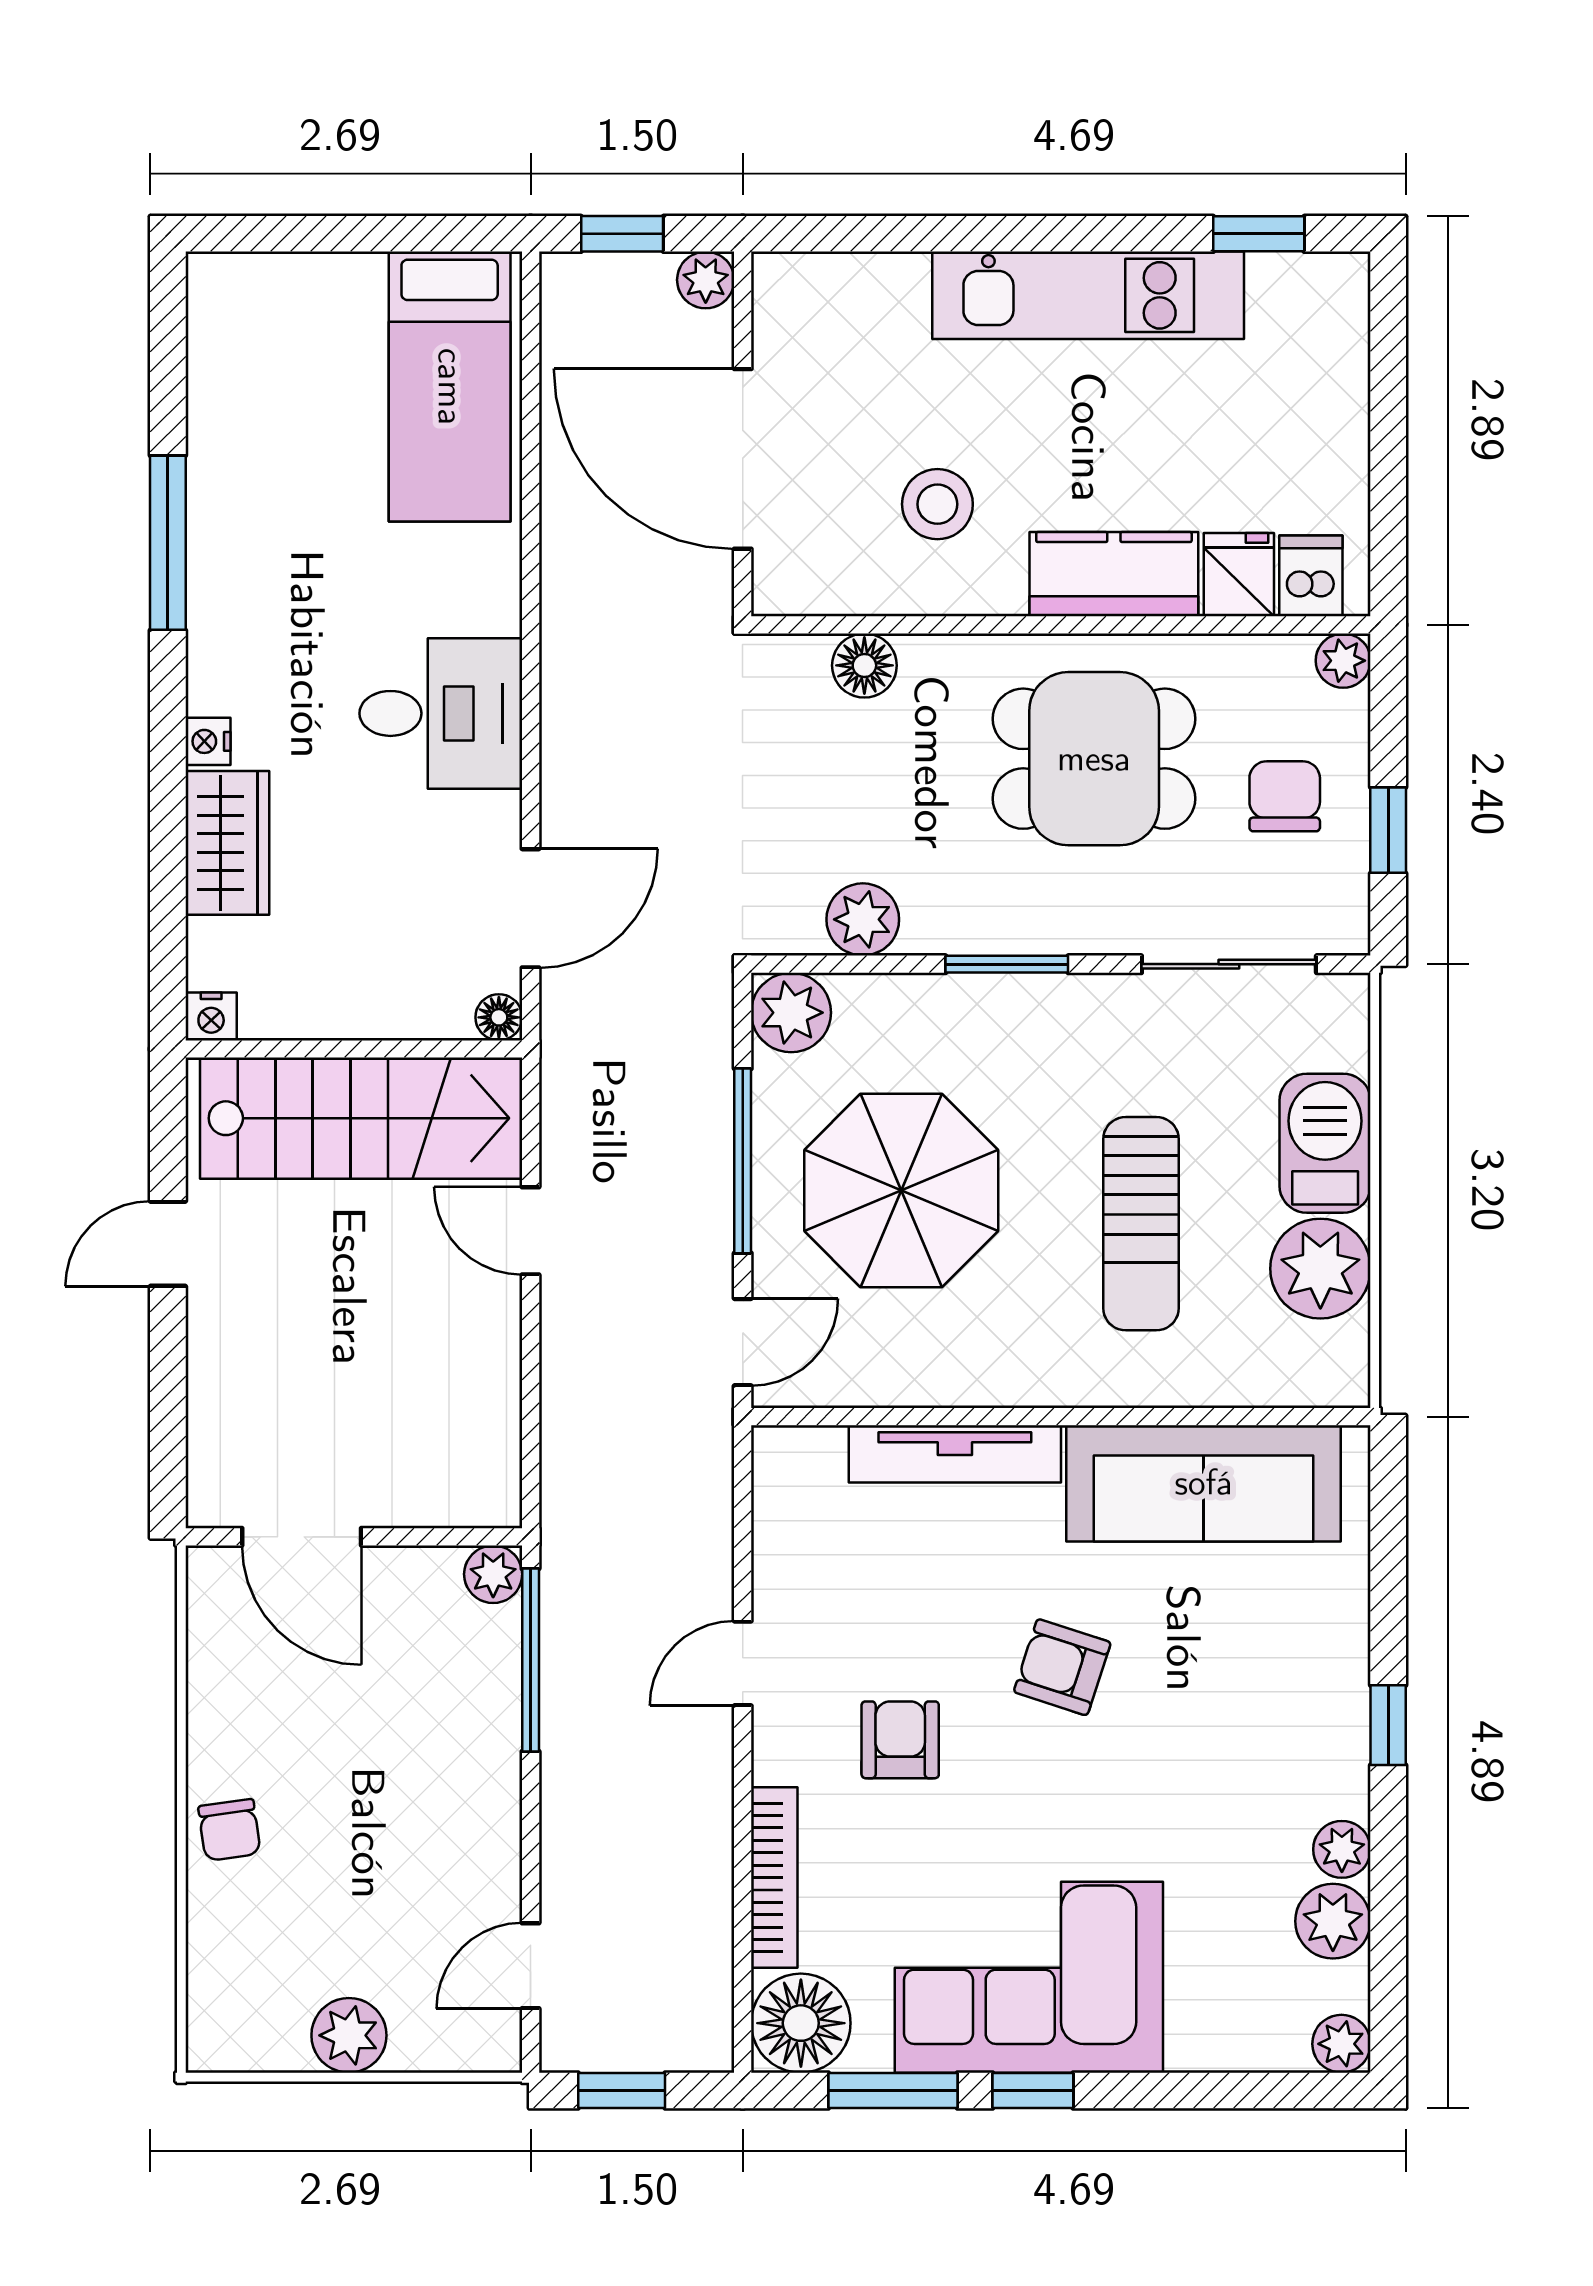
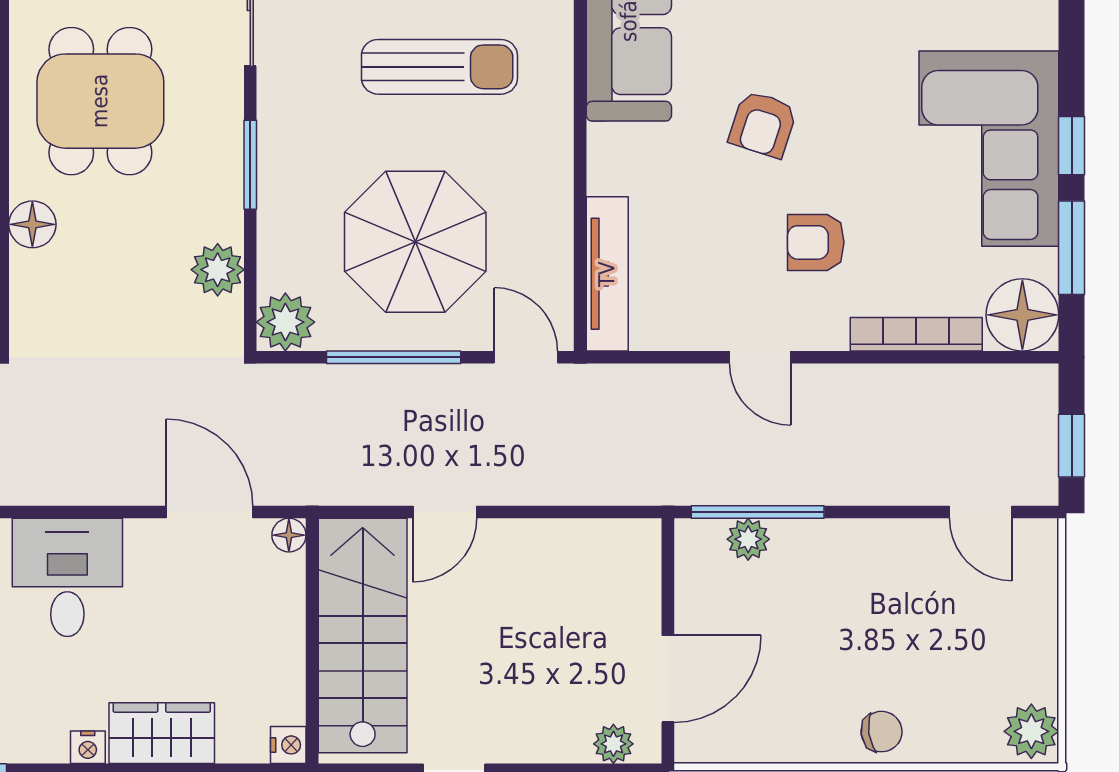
floor lamp: (864, 665) -> (32, 224), moved
tv unit: (955, 1454) -> (607, 274), moved
plant: (213, 1462) -> (613, 744), added
plant: (493, 1574) -> (748, 539), moved
plant: (349, 2035) -> (1031, 731), moved

